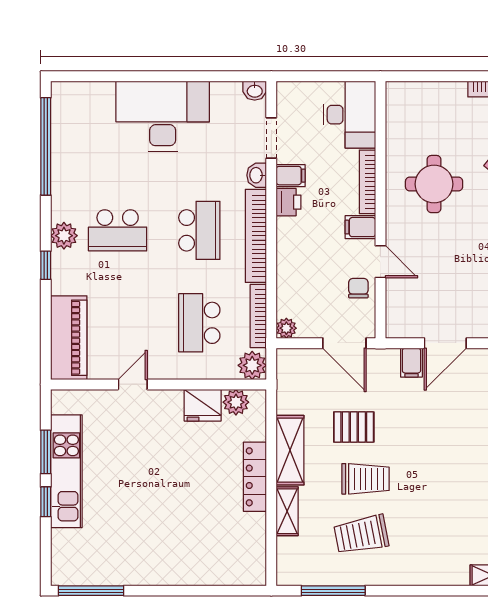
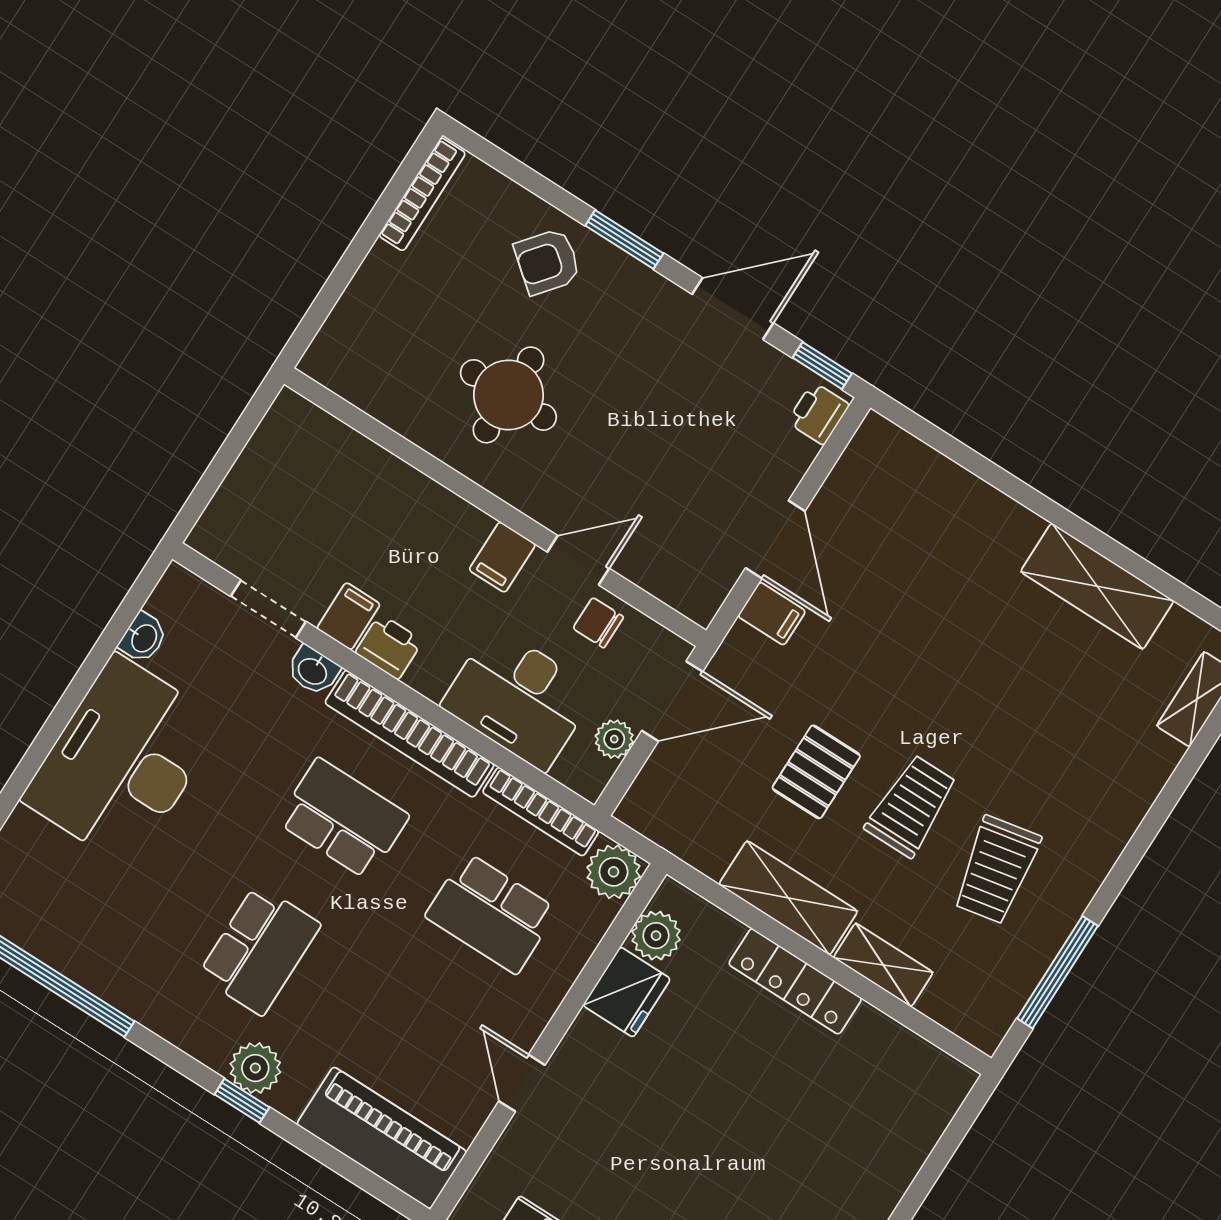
washbasin: (255, 91) -> (143, 638), moved
desk: (349, 115) -> (519, 698), moved, turned 180
bookcase: (367, 182) -> (437, 500), removed
plant: (64, 236) -> (255, 1068), moved
plant: (286, 328) -> (614, 739), moved

